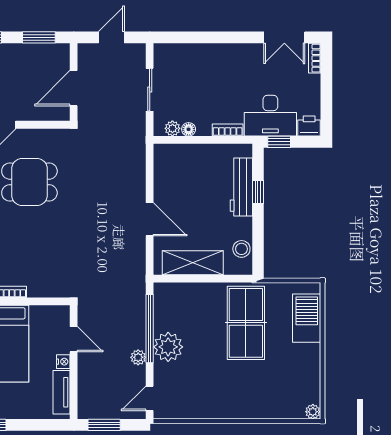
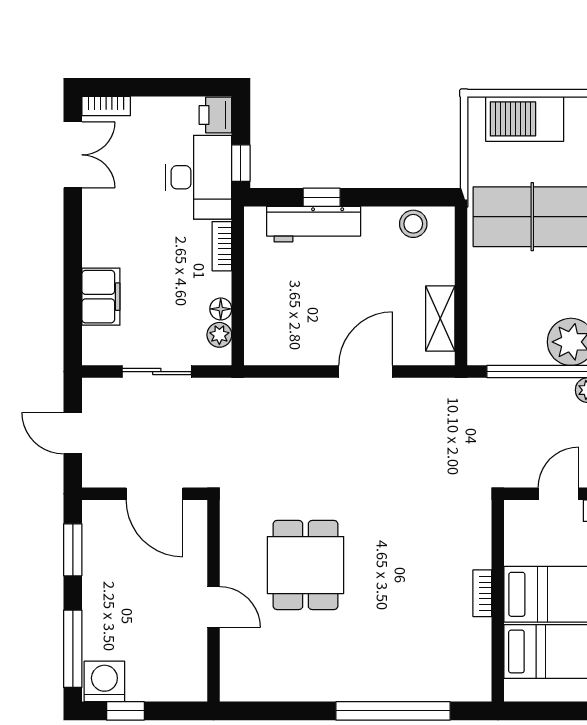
filing cabinet: (196, 55) -> (101, 297), added
shelving: (193, 263) -> (440, 318), width x0.67, depth x0.75

